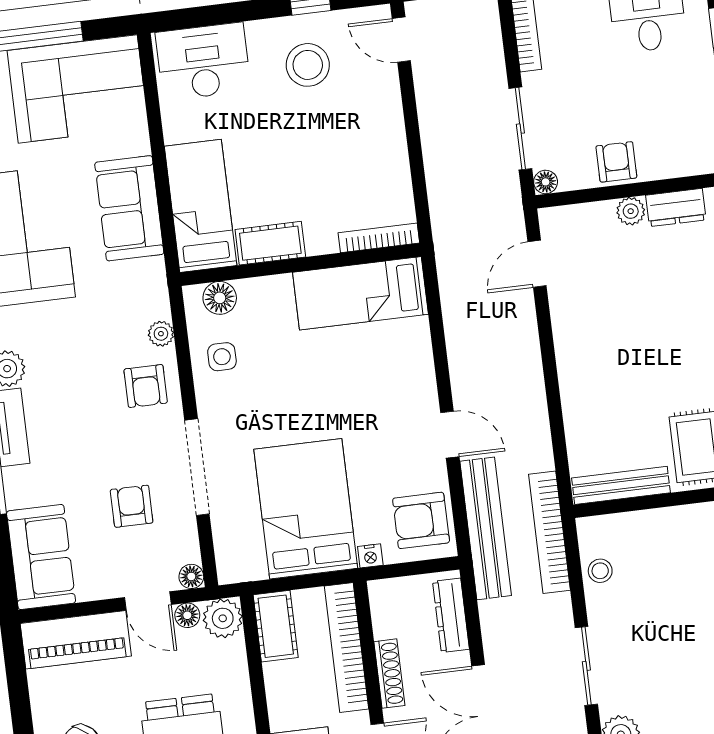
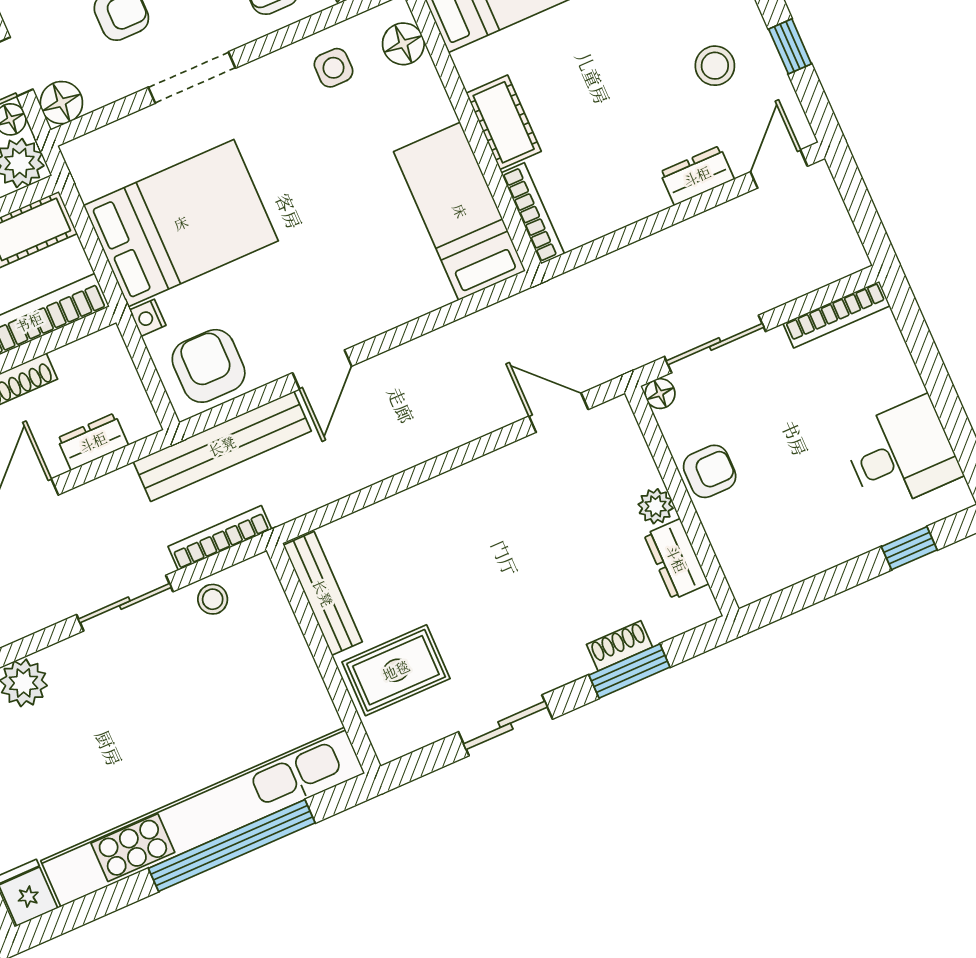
stool: (308, 65) -> (715, 66), width x0.73, depth x0.73
dresser: (388, 104) -> (697, 176), added
cot: (270, 243) -> (504, 122), moved
doorway: (197, 467) -> (192, 78), width x0.73
bookcase: (549, 532) -> (220, 538), width x0.68, depth x0.76
floor lamp: (191, 576) -> (61, 103), width x1.37, depth x1.37
dresser: (451, 615) -> (93, 442), width x0.70
sliding door: (586, 666) -> (125, 603), moved

